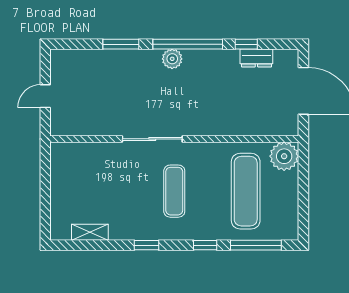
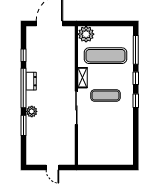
dresser: (256, 58) -> (31, 81), moved
plant: (172, 59) -> (32, 111), moved
shelving: (90, 232) -> (83, 78), moved
window: (147, 245) -> (136, 101), moved

